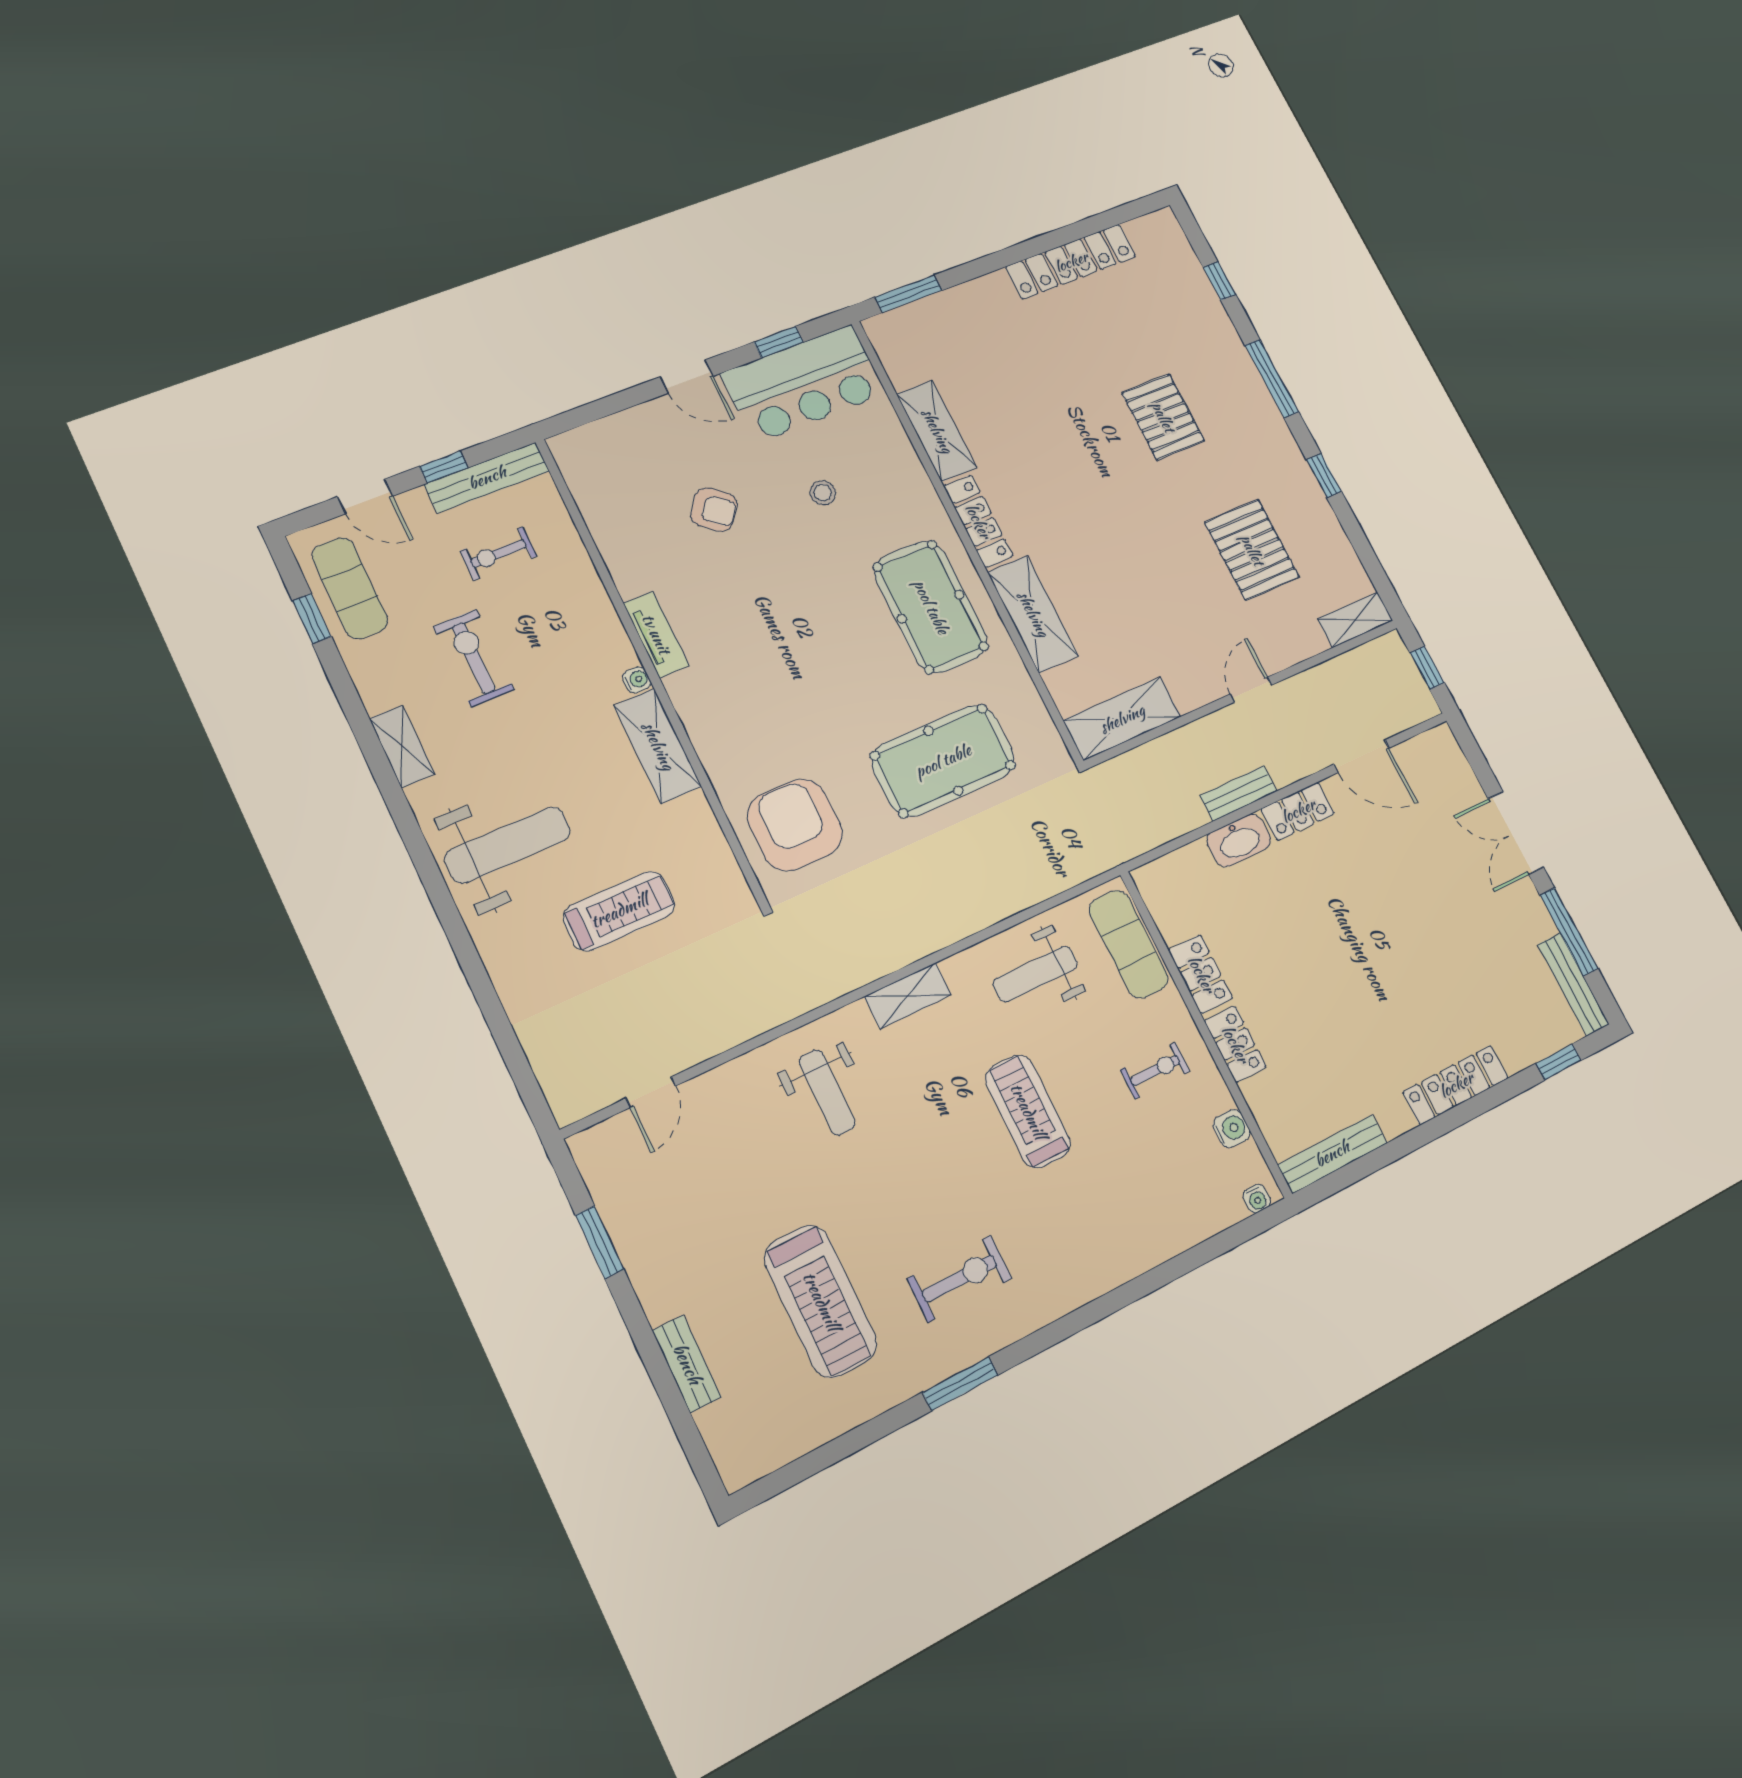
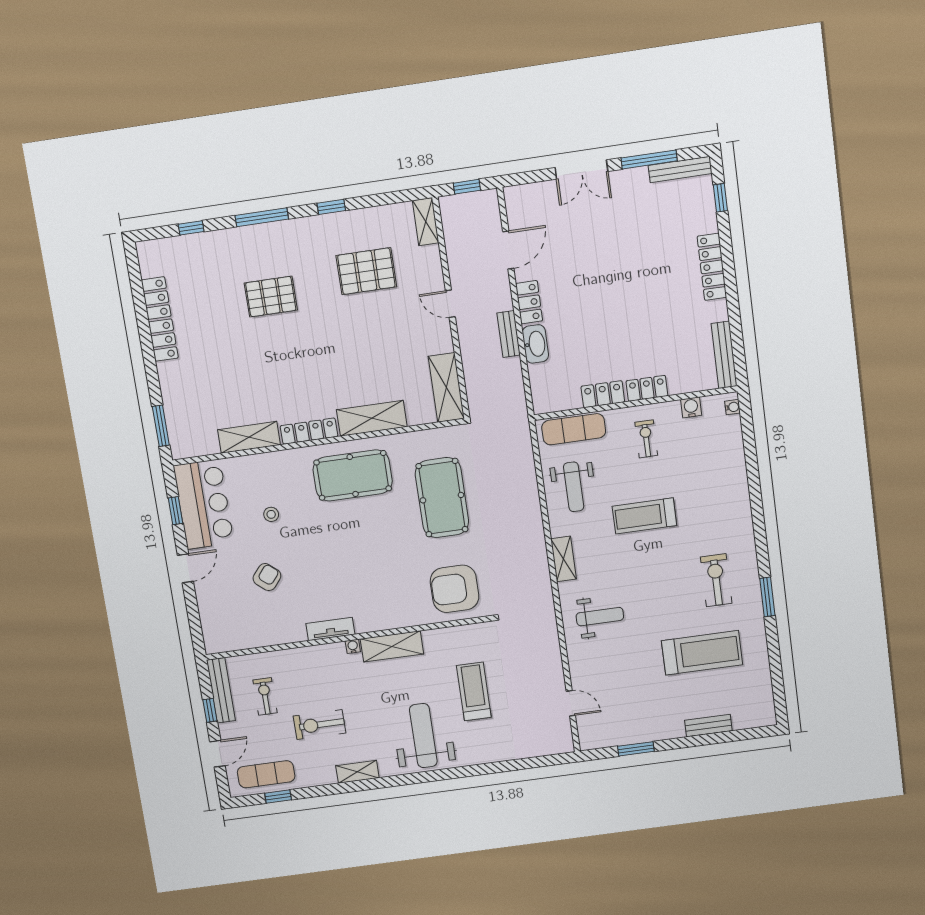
exercise bike: (498, 553) -> (265, 696), turned 180

